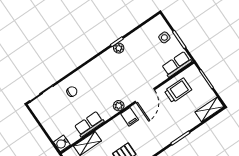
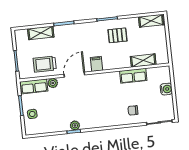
plant: (119, 106) -> (53, 83), moved
shelving: (209, 109) -> (41, 33), moved
water cooler: (62, 143) -> (166, 89), moved

